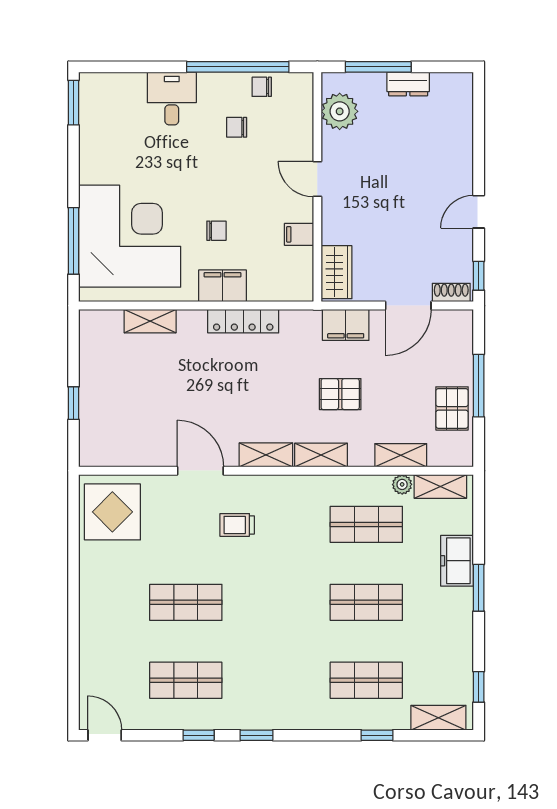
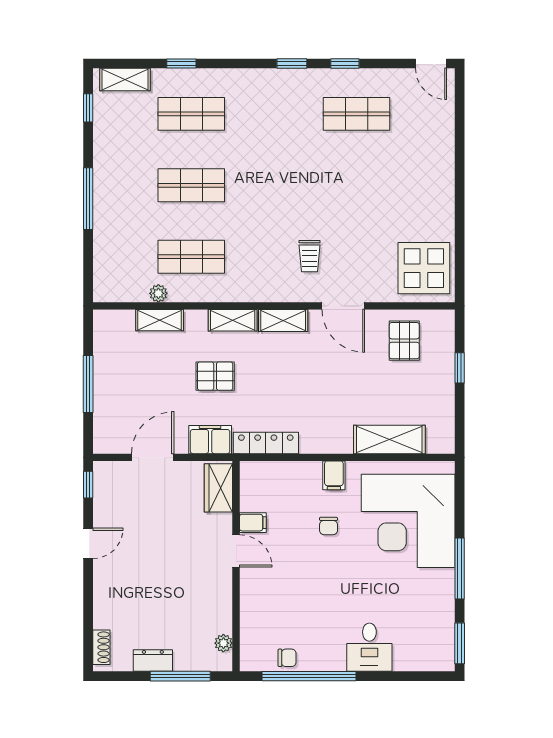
plant: (340, 111) -> (223, 643), width x0.53, depth x0.53
chair: (237, 127) -> (310, 621), removed
door: (317, 179) -> (236, 551), moved
chair: (216, 231) -> (329, 526), turned -90
window: (74, 241) -> (460, 569), moved
filing cabinet: (222, 286) -> (334, 475), width x0.50
shoe rack: (451, 293) -> (101, 647), moved, turned -90
shelving: (150, 321) -> (389, 439), width x1.50, depth x1.33
locker: (243, 321) -> (266, 443), moved
pallet: (452, 408) -> (404, 341), moved
shelving: (440, 486) -> (123, 292), removed
trolley: (237, 525) -> (310, 256), turned 90
freezer: (457, 561) -> (108, 223), removed
window: (479, 588) -> (88, 199), width x1.44
shop shelf: (186, 602) -> (357, 185), removed

